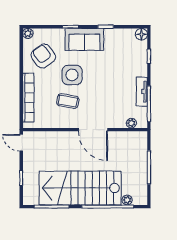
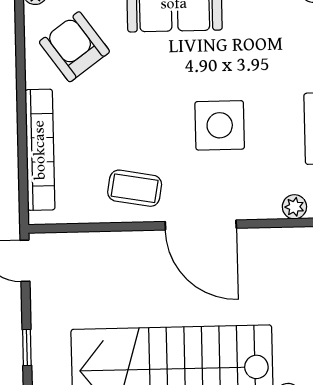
side table: (72, 75) -> (220, 125), moved
coffee table: (68, 101) -> (135, 188), moved

